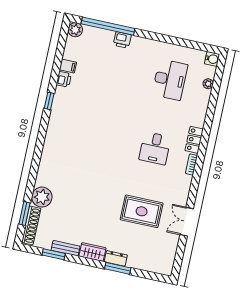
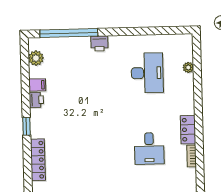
plant: (75, 30) -> (36, 58), moved
printer: (122, 40) -> (99, 43), moved
water cooler: (212, 59) -> (186, 41), removed
locker: (52, 134) -> (38, 160), added

